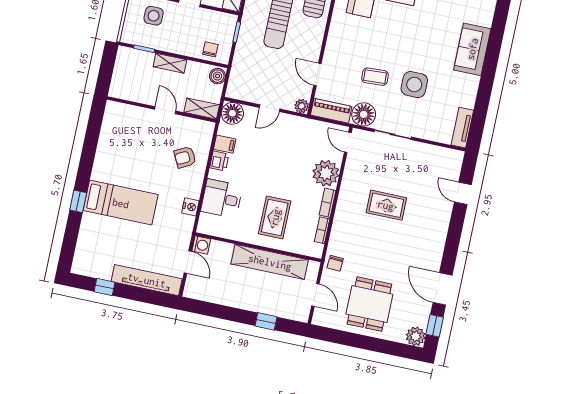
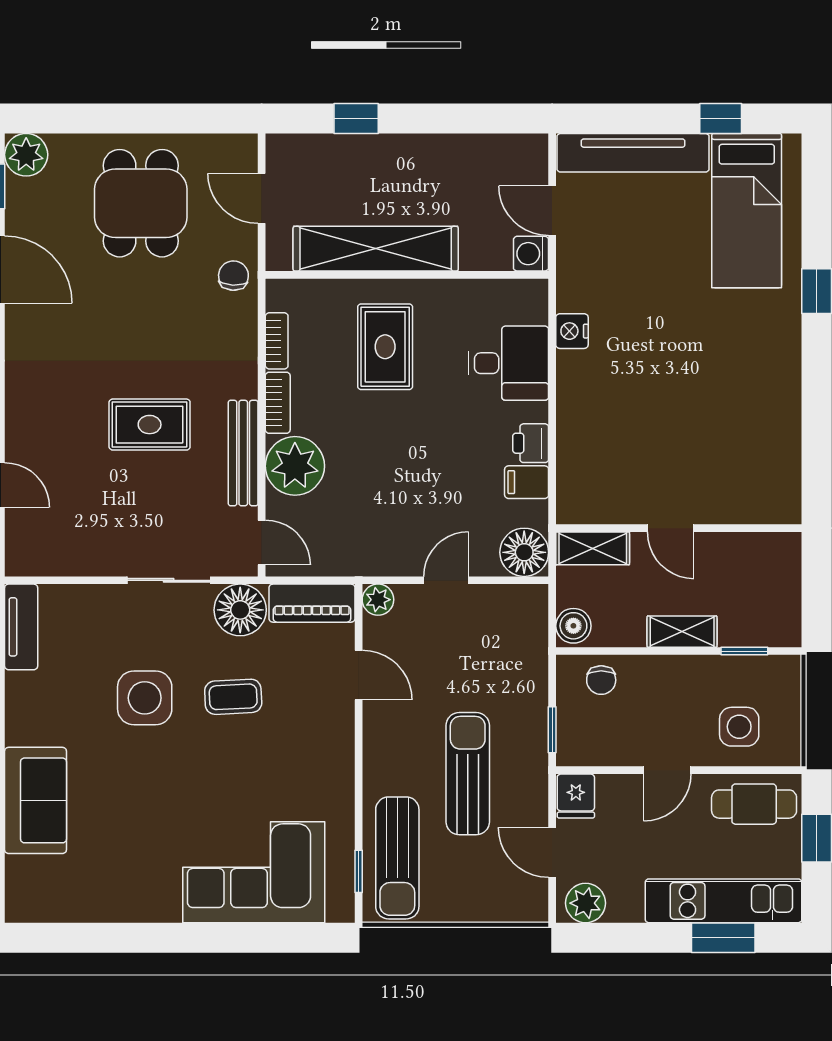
armchair: (185, 157) -> (606, 436), removed
bench: (348, 184) -> (243, 453), added
bed: (121, 203) -> (747, 211), moved, turned -90

